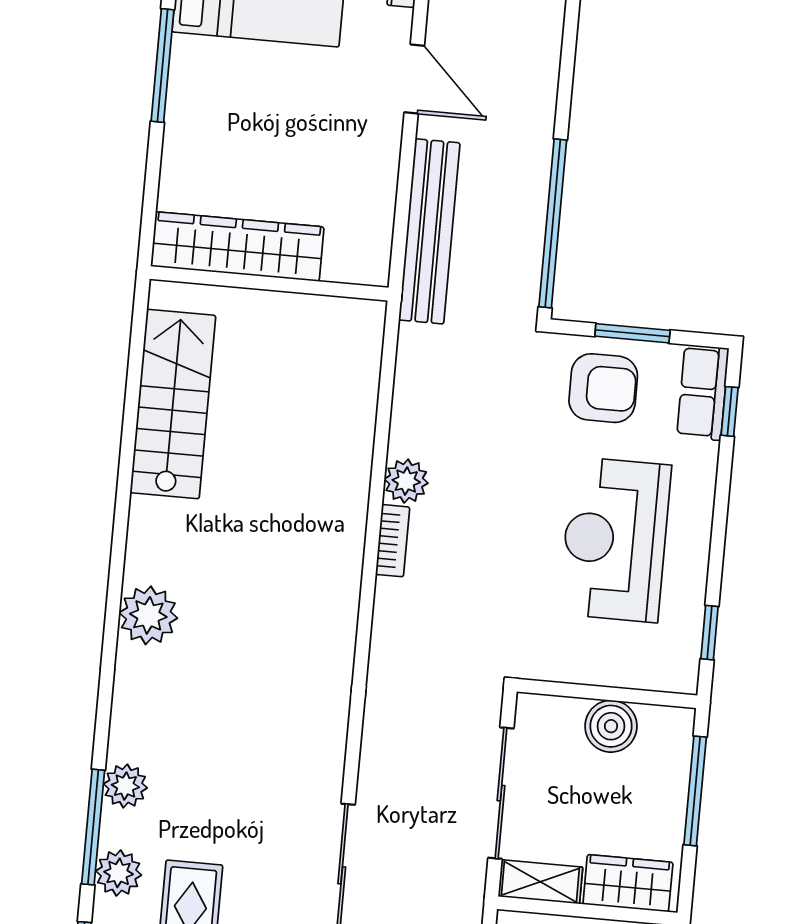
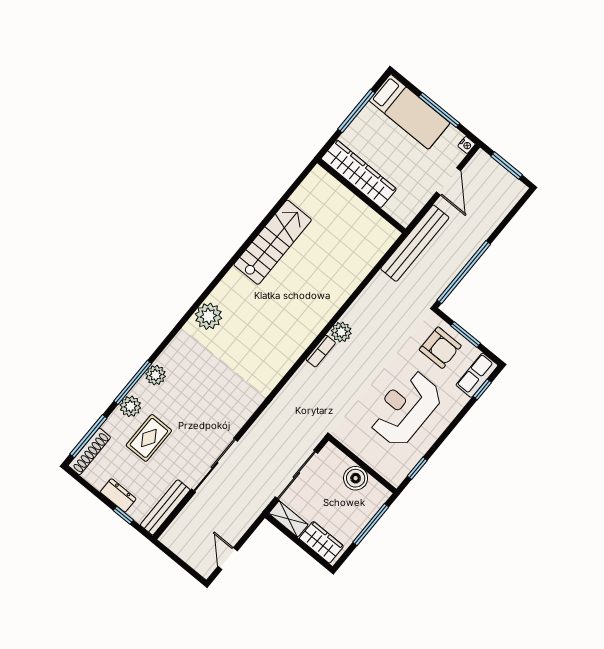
wardrobe: (237, 247) -> (359, 174), moved
wall: (269, 283) -> (361, 196), moved

